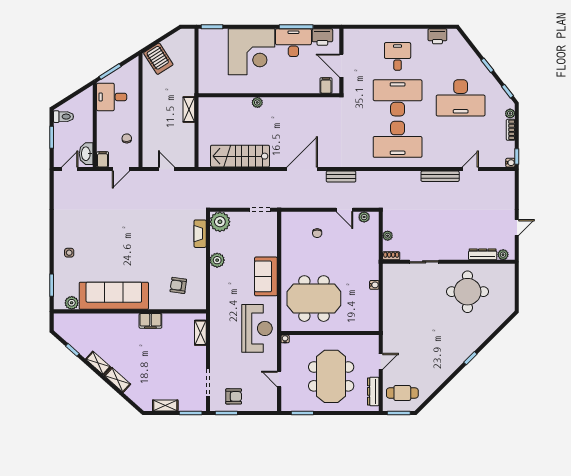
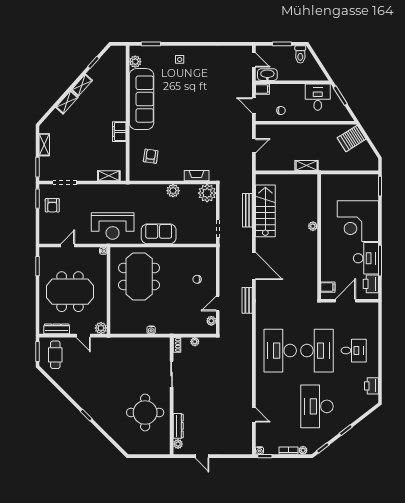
bench: (440, 176) -> (247, 210), moved
plant: (372, 342) -> (101, 328), added

